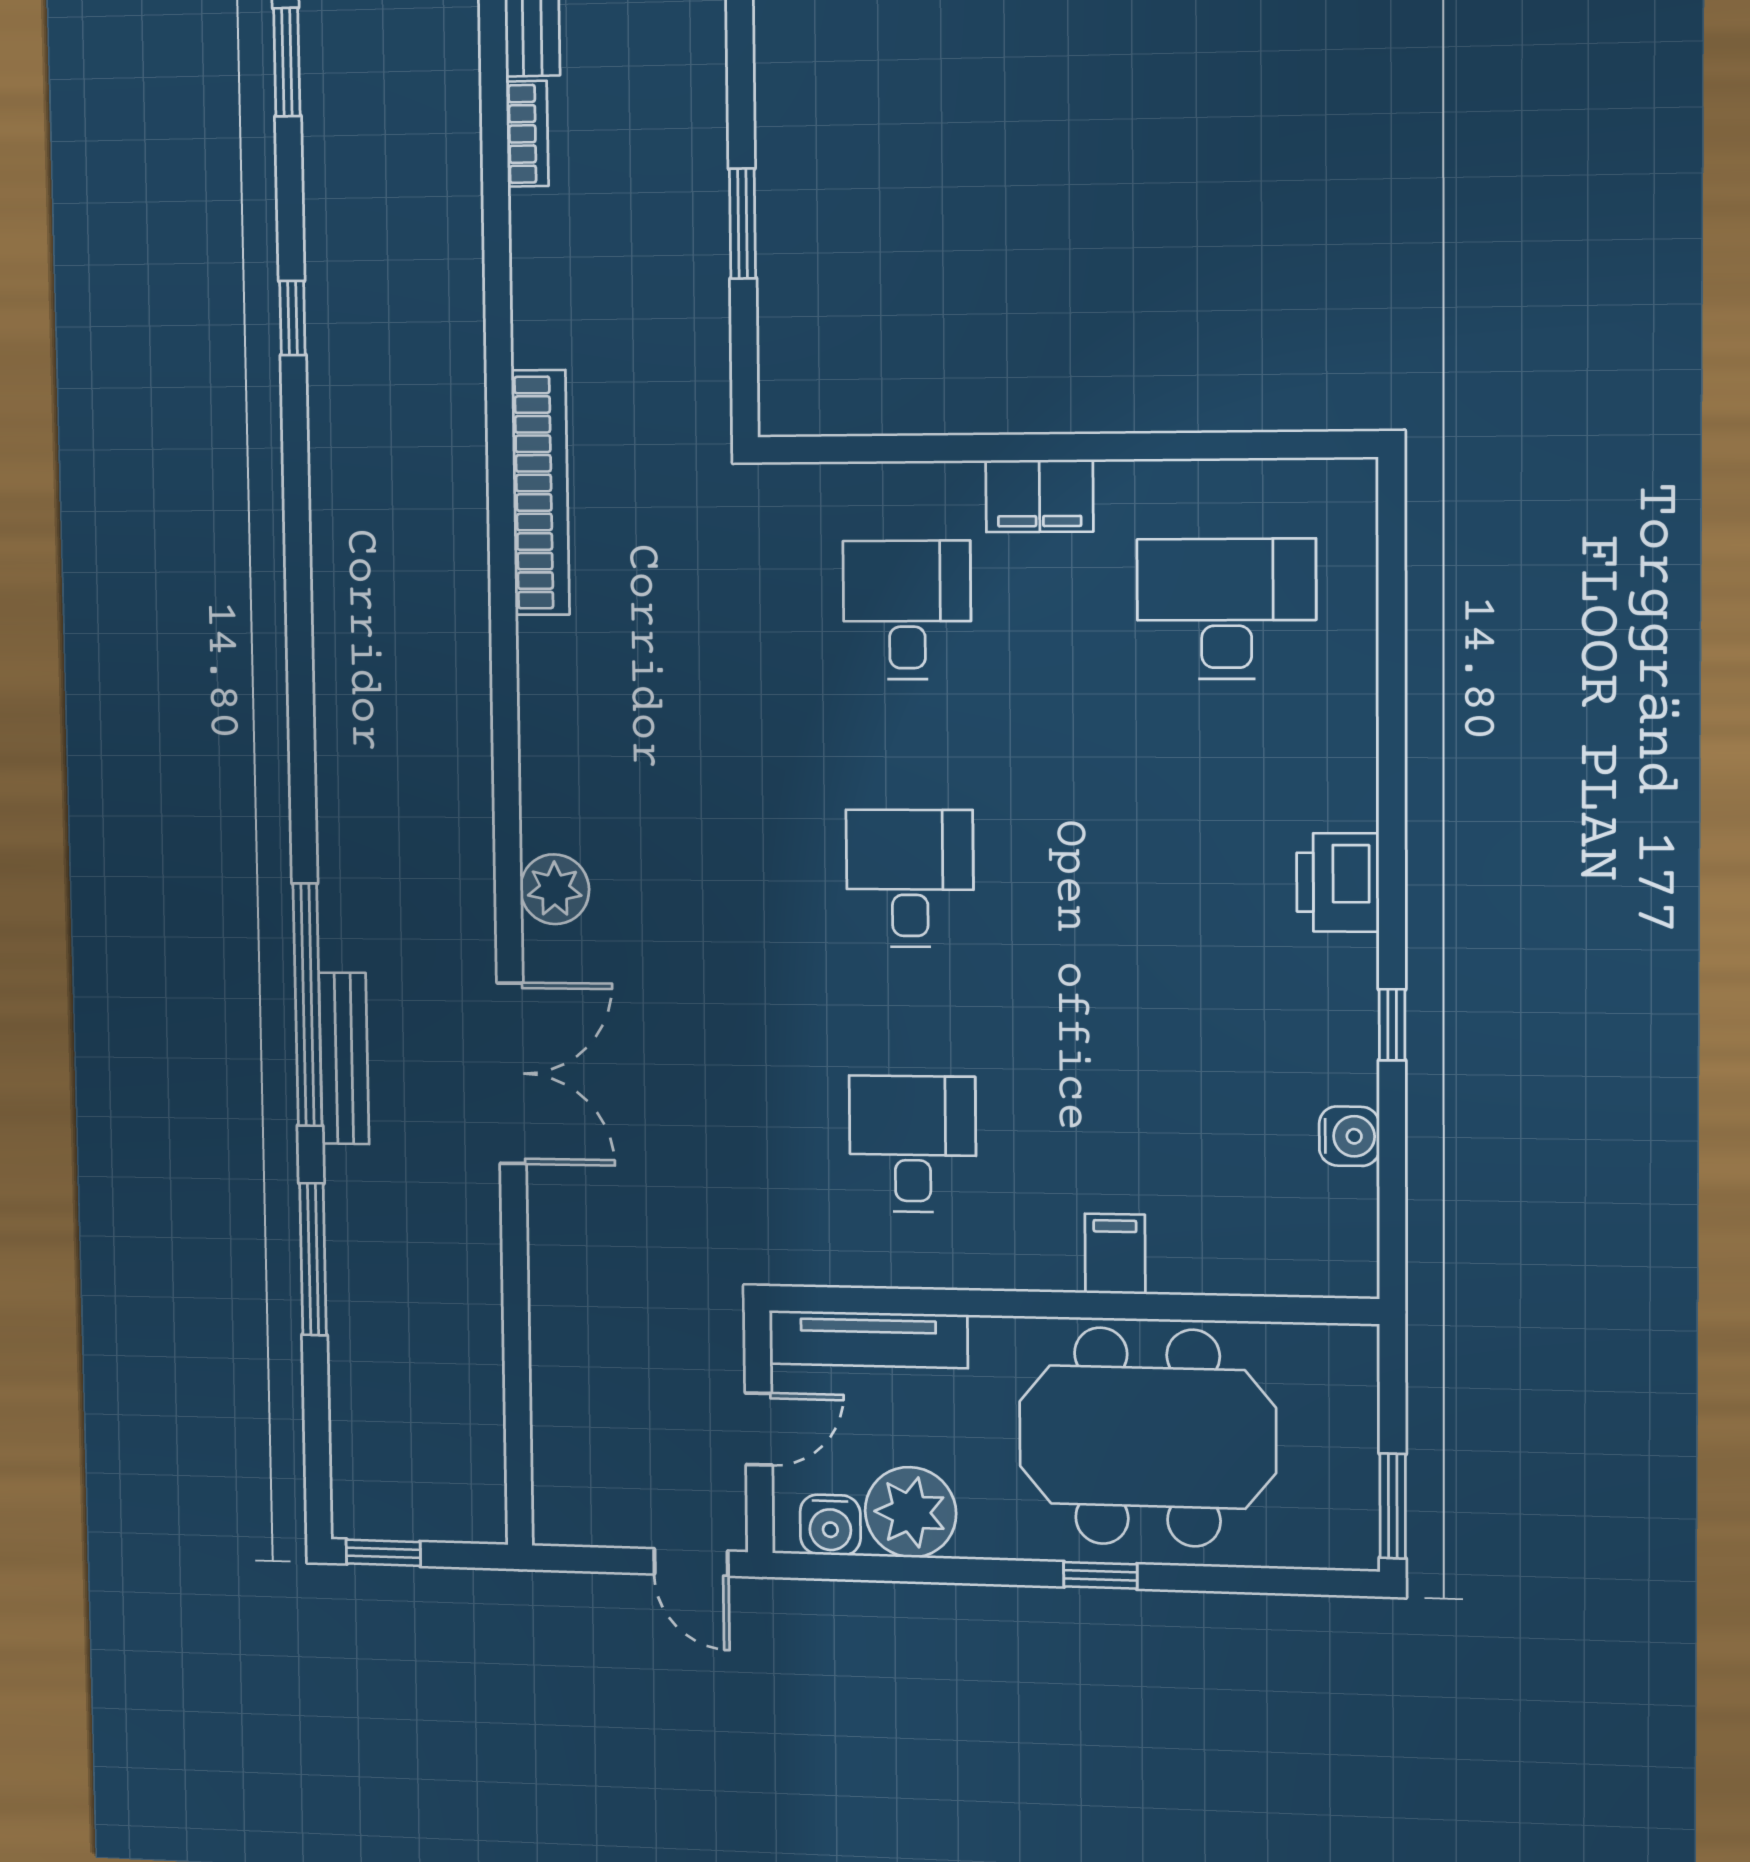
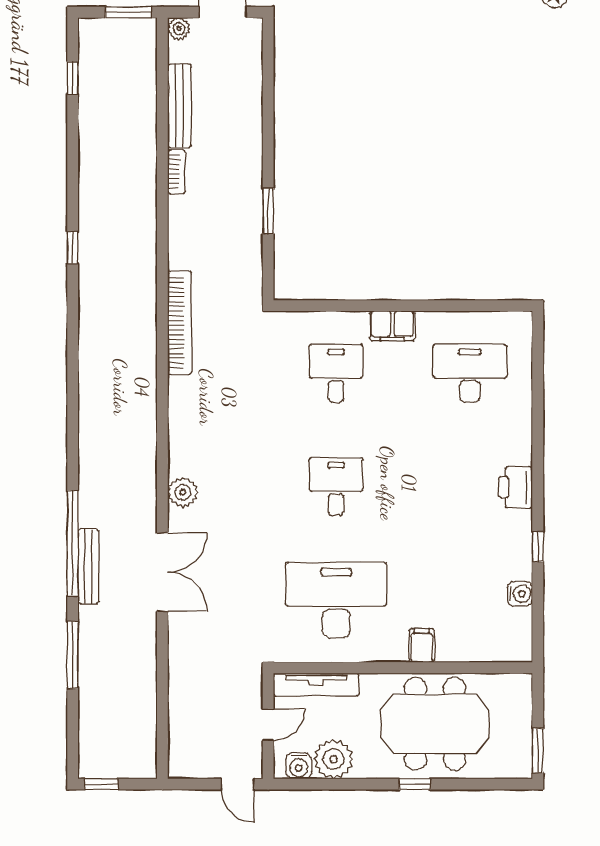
window: (287, 62) -> (73, 139), removed
desk: (913, 1144) -> (336, 600), width x1.87, depth x1.30

